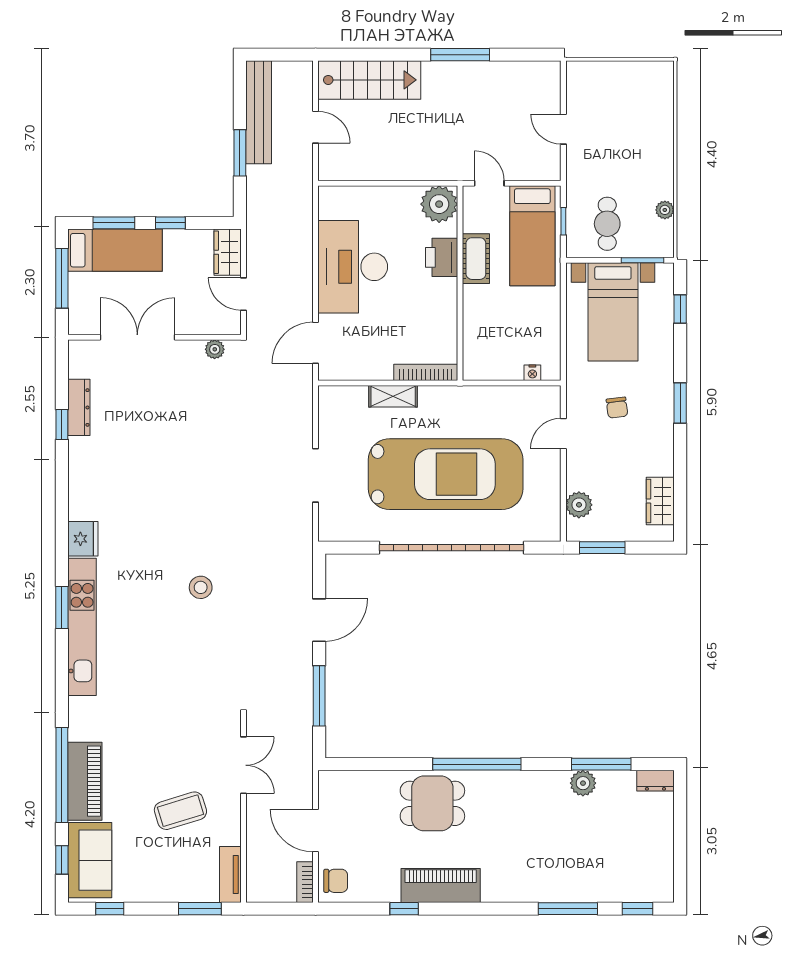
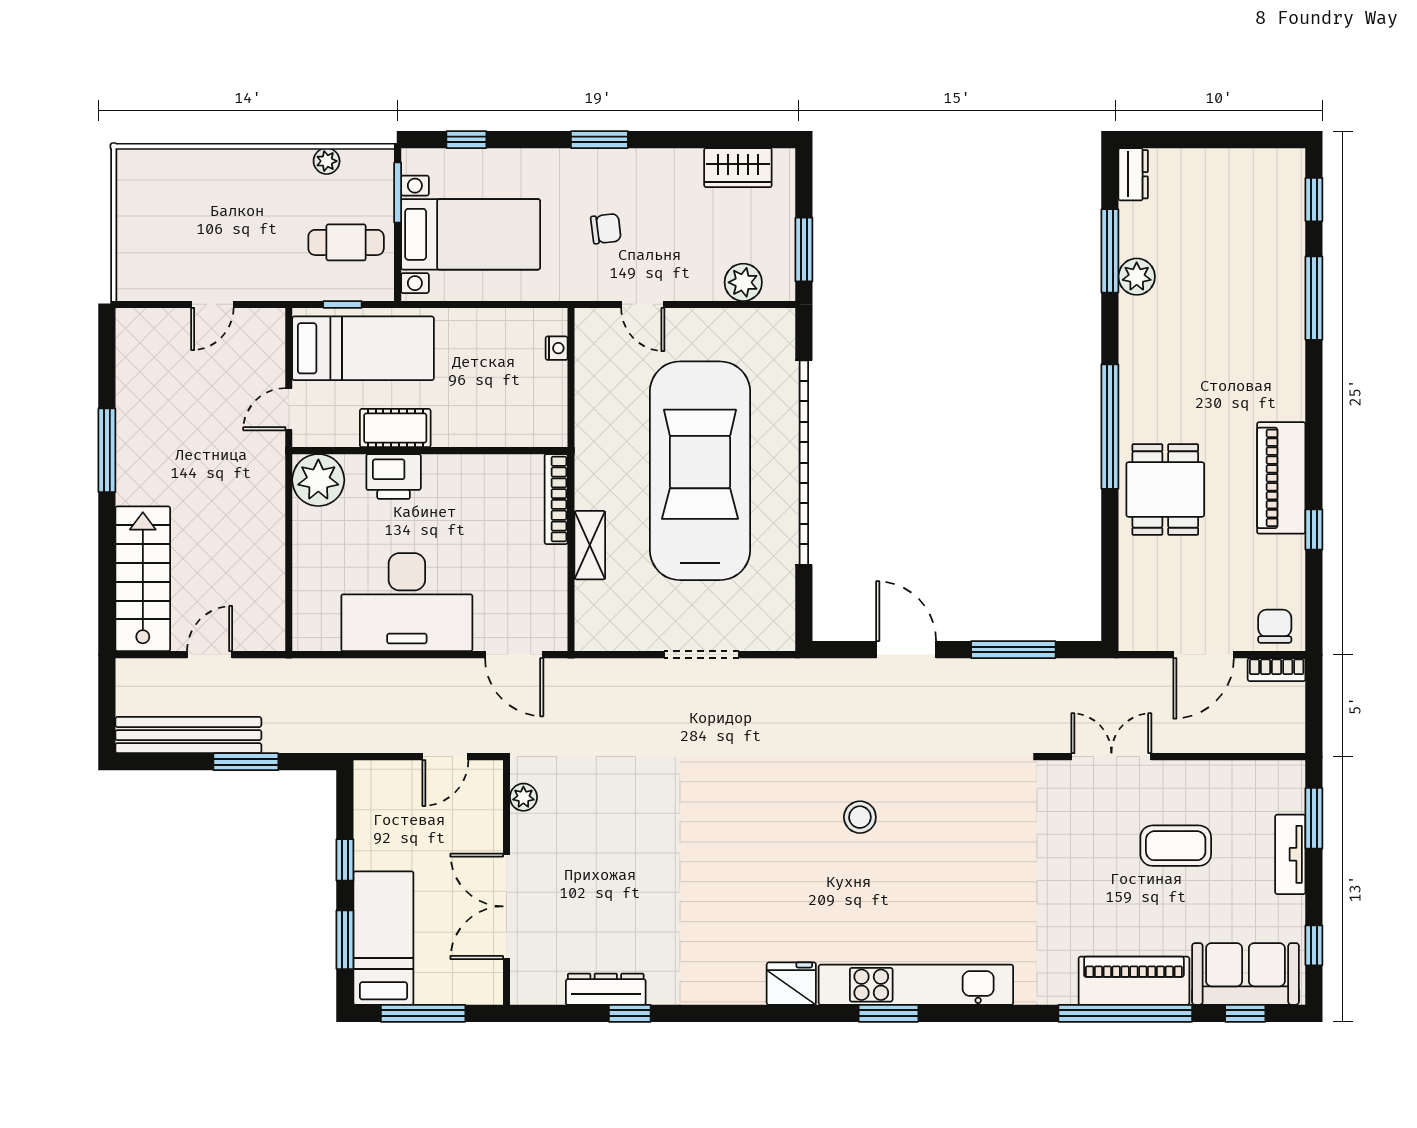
wardrobe: (228, 252) -> (386, 779), removed
coffee table: (180, 811) -> (1176, 846), turned -73
tv unit: (230, 874) -> (1290, 854), moved, turned 90

